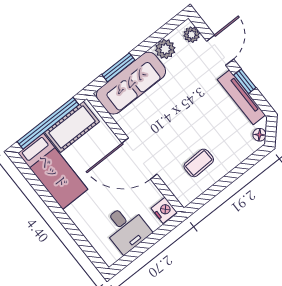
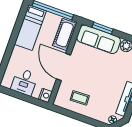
cot: (72, 127) -> (65, 34), moved, turned 90

